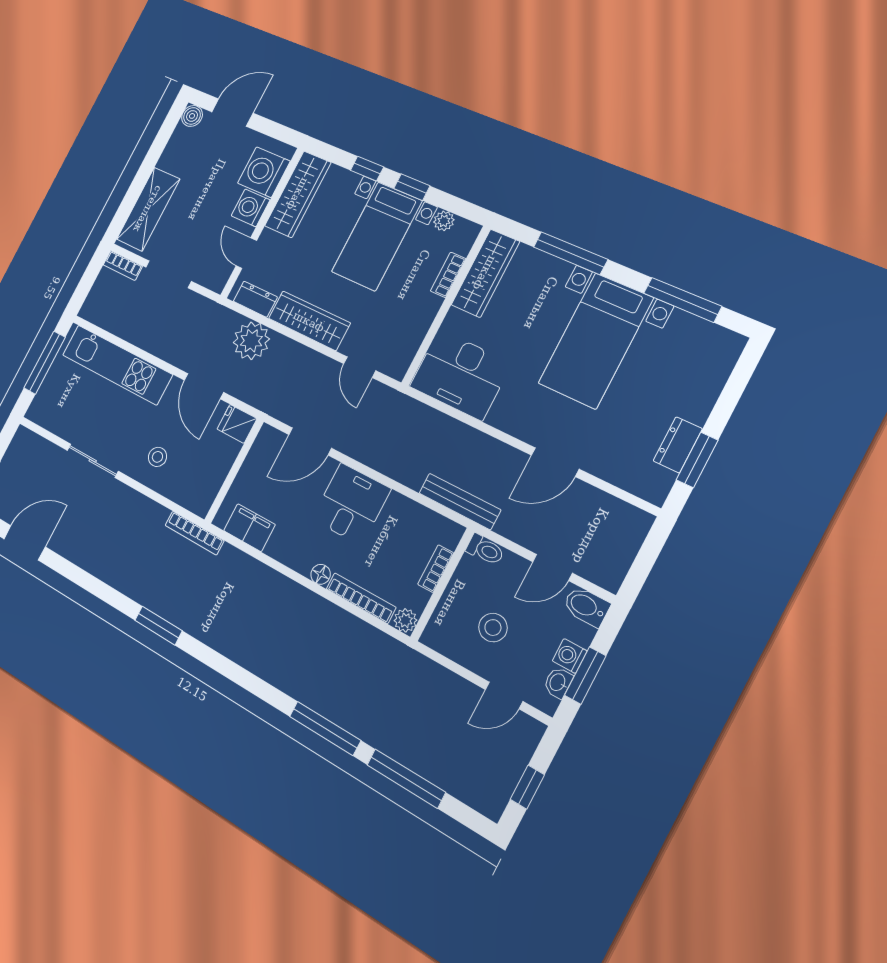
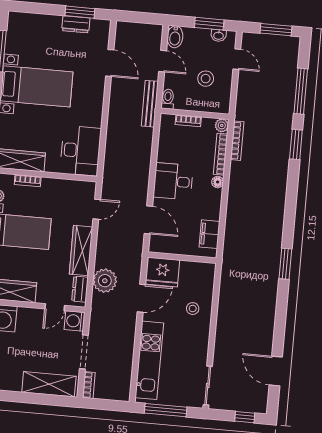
washing machine: (251, 208) -> (75, 321), moved, turned 90
fridge: (237, 424) -> (162, 272), width x1.88, depth x1.34
sliding door: (93, 461) -> (208, 386), moved
door: (555, 462) -> (110, 63), moved
bench: (460, 501) -> (150, 104), moved
bookcase: (194, 533) -> (237, 141), moved
washing machine: (570, 656) -> (203, 35), removed
window: (325, 728) -> (296, 144), width x0.69
window: (527, 787) -> (276, 30), width x1.50

